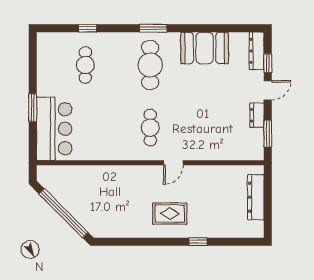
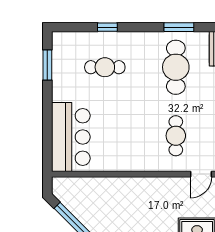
cafe table: (85, 65) -> (105, 67), turned 90
window: (33, 108) -> (47, 65), moved

